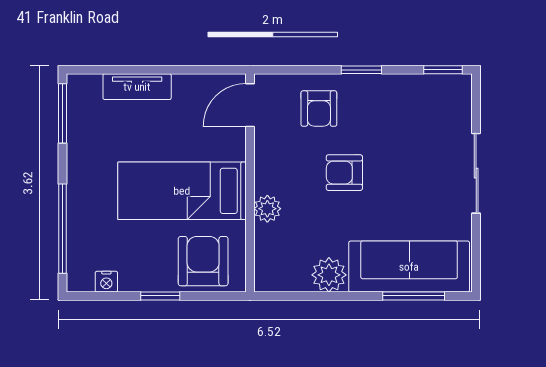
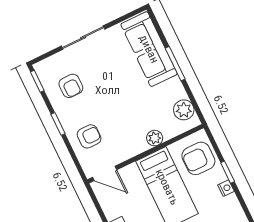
armchair: (344, 173) -> (71, 86), moved
plant: (329, 275) -> (184, 110), moved
nightstand: (106, 282) -> (226, 188), moved
window: (414, 296) -> (175, 64), moved

